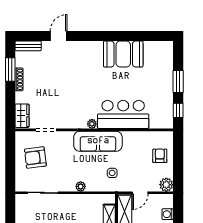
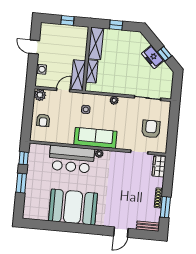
booth: (123, 54) -> (73, 207), width x1.36, depth x1.42
armchair: (35, 158) -> (151, 129), turned -83

